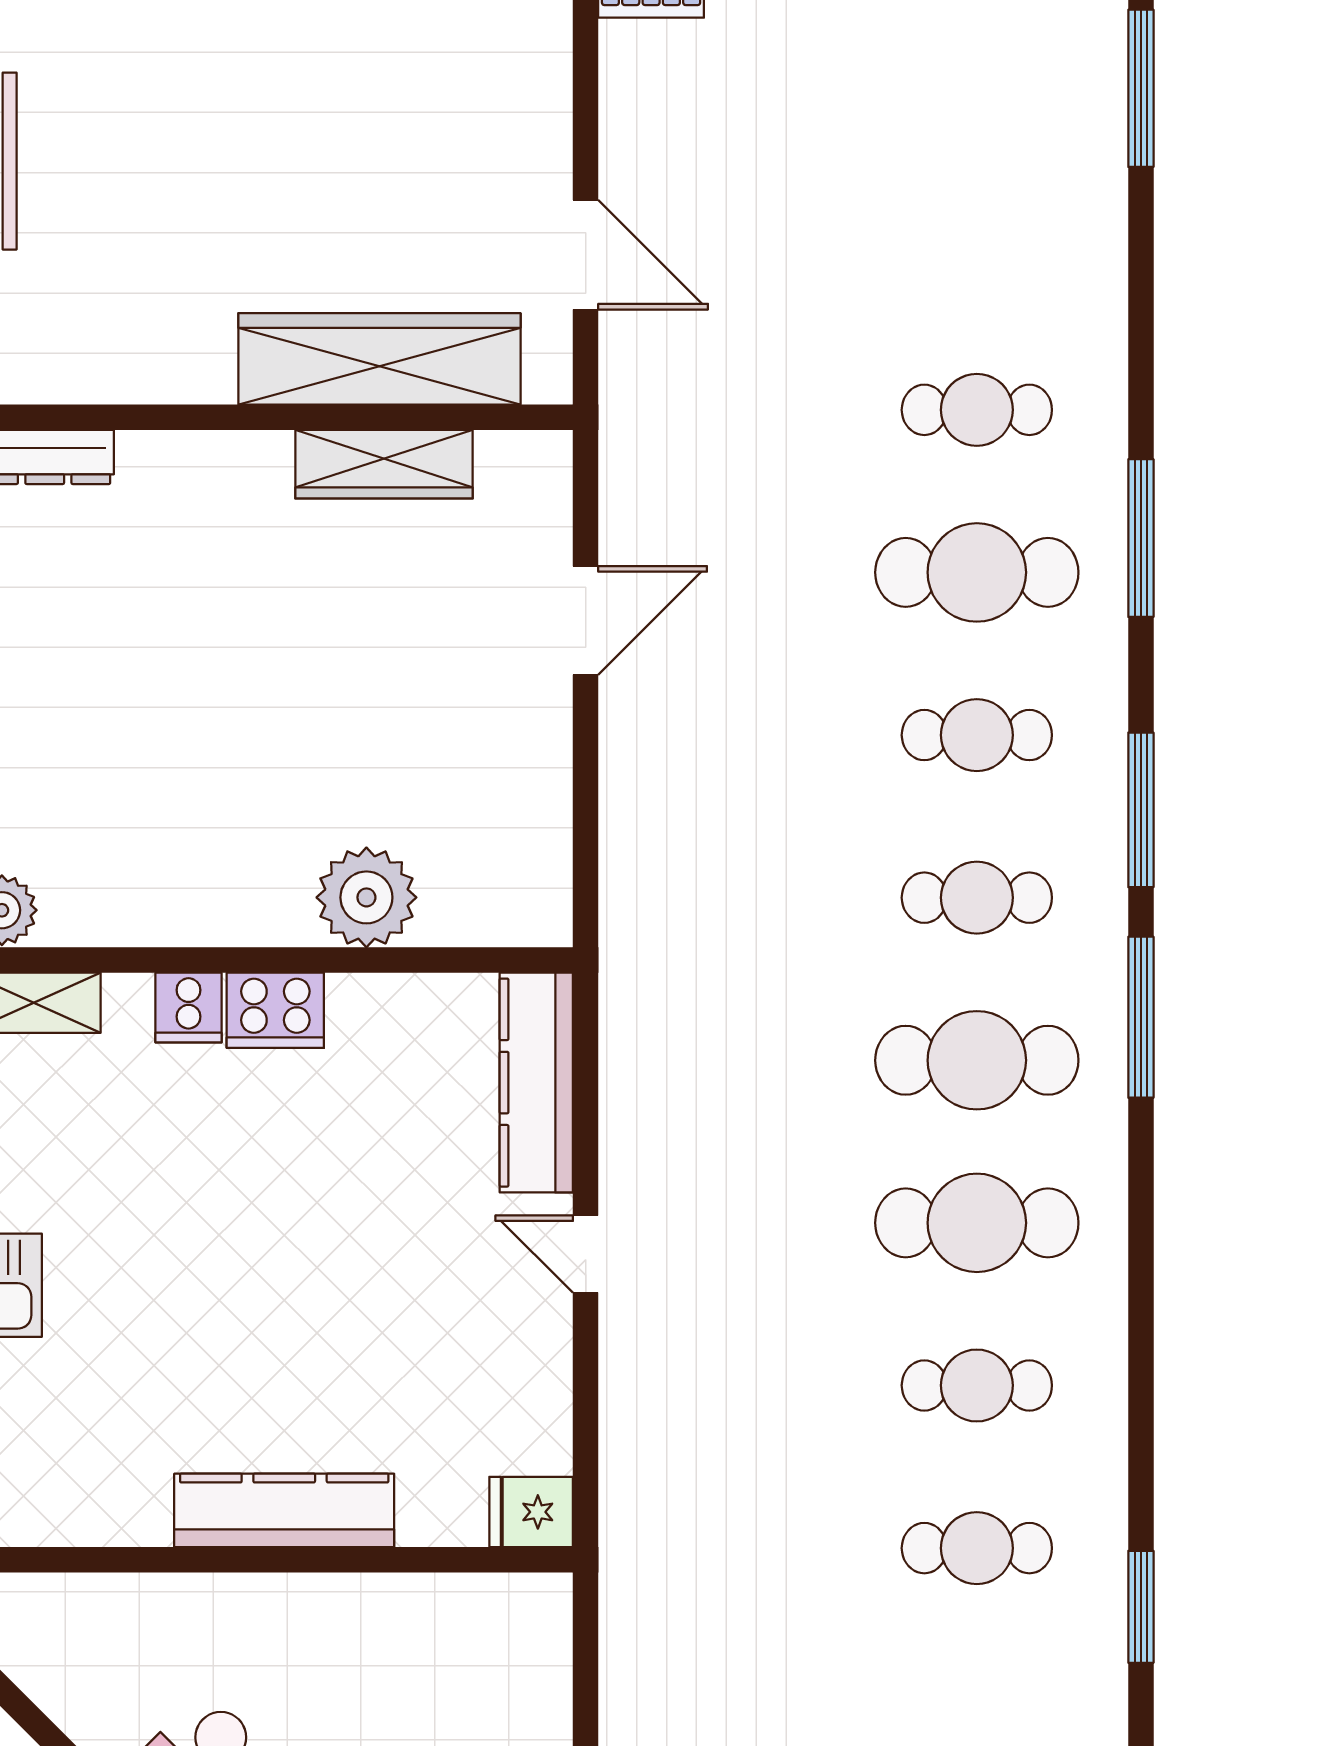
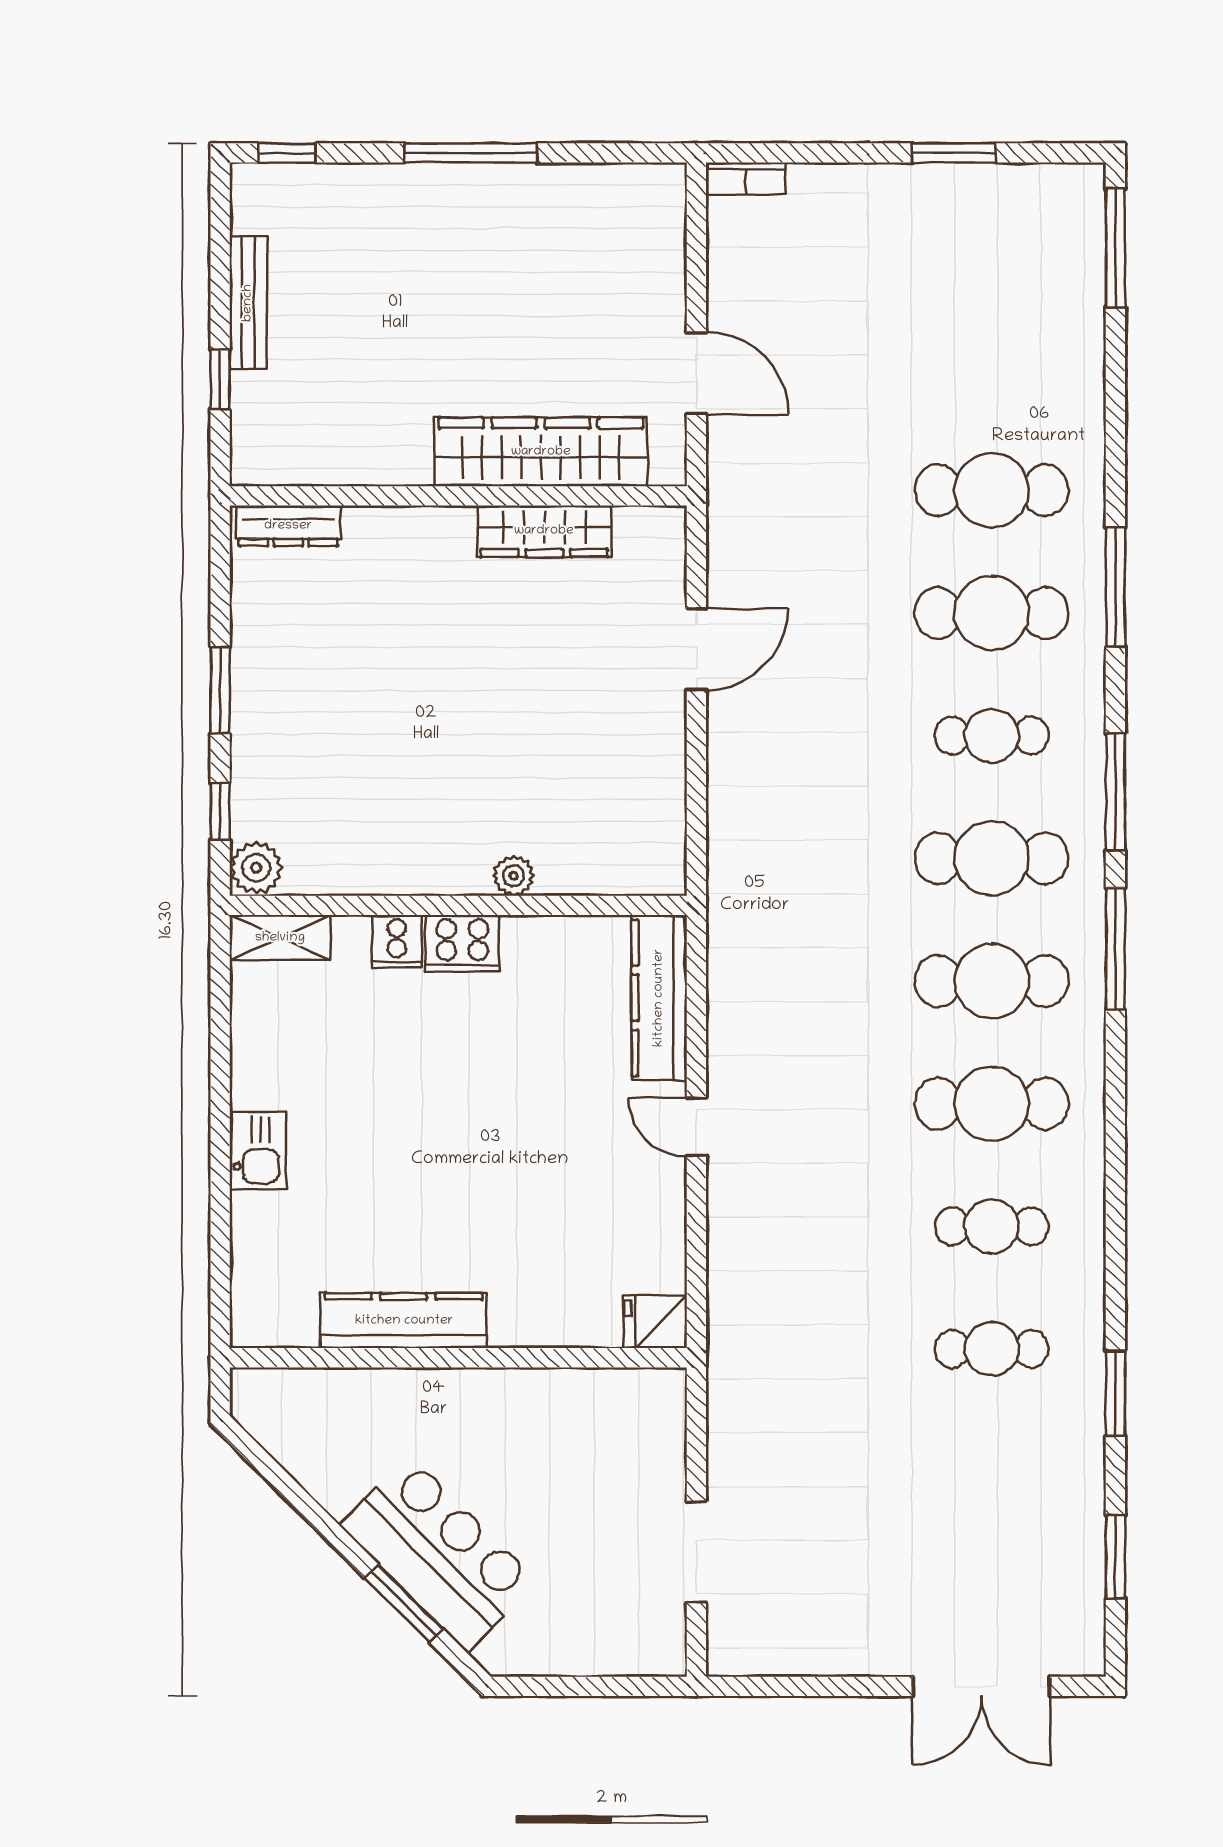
cafe table: (977, 410) -> (992, 490), width x1.37, depth x1.35
plant: (366, 897) -> (513, 876), width x0.53, depth x0.53
cafe table: (977, 898) -> (992, 858), width x1.37, depth x1.35
kitchen counter: (284, 1510) -> (404, 1321), moved

